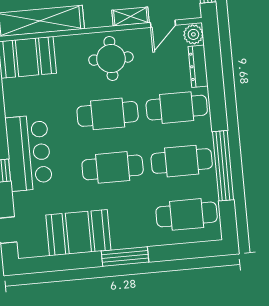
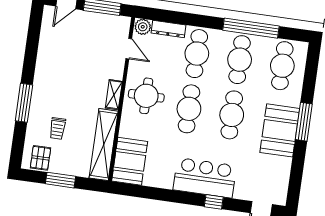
shelving: (131, 16) -> (114, 95), moved
booth: (78, 233) -> (280, 130), moved

